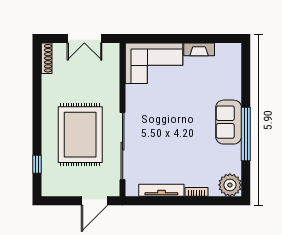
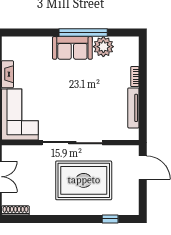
sliding door: (123, 146) -> (72, 143), moved
plant: (230, 185) -> (103, 47), moved

